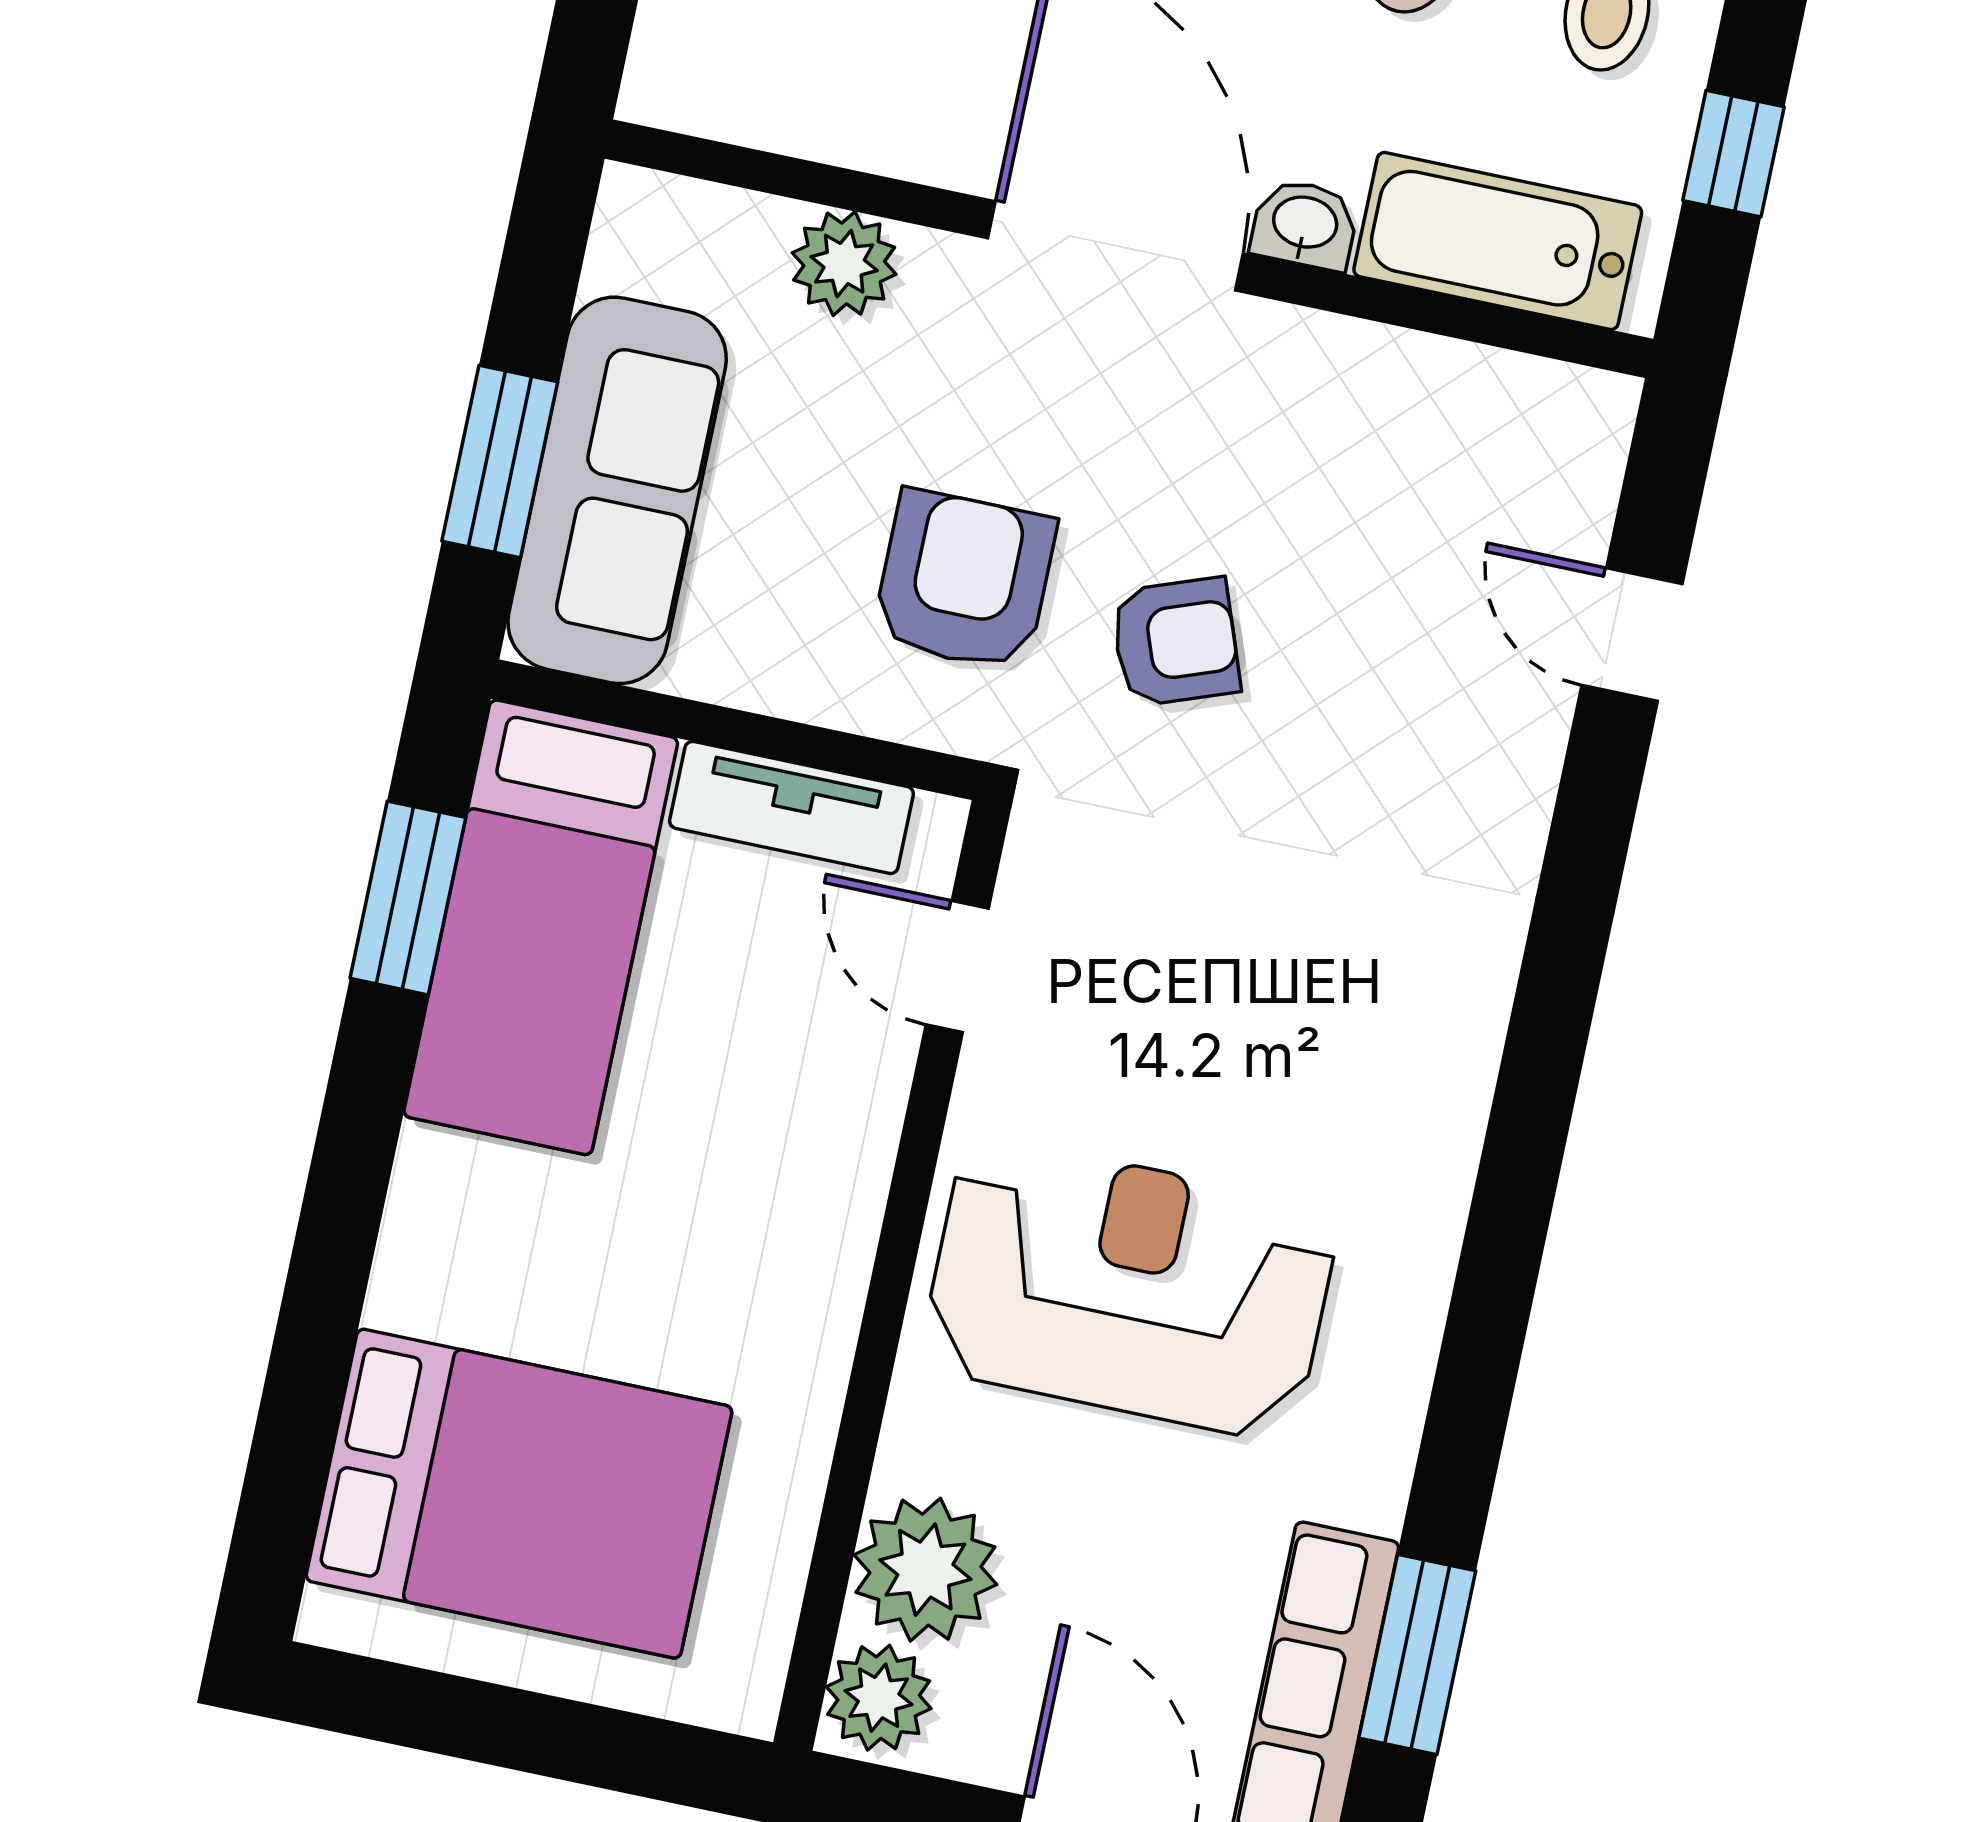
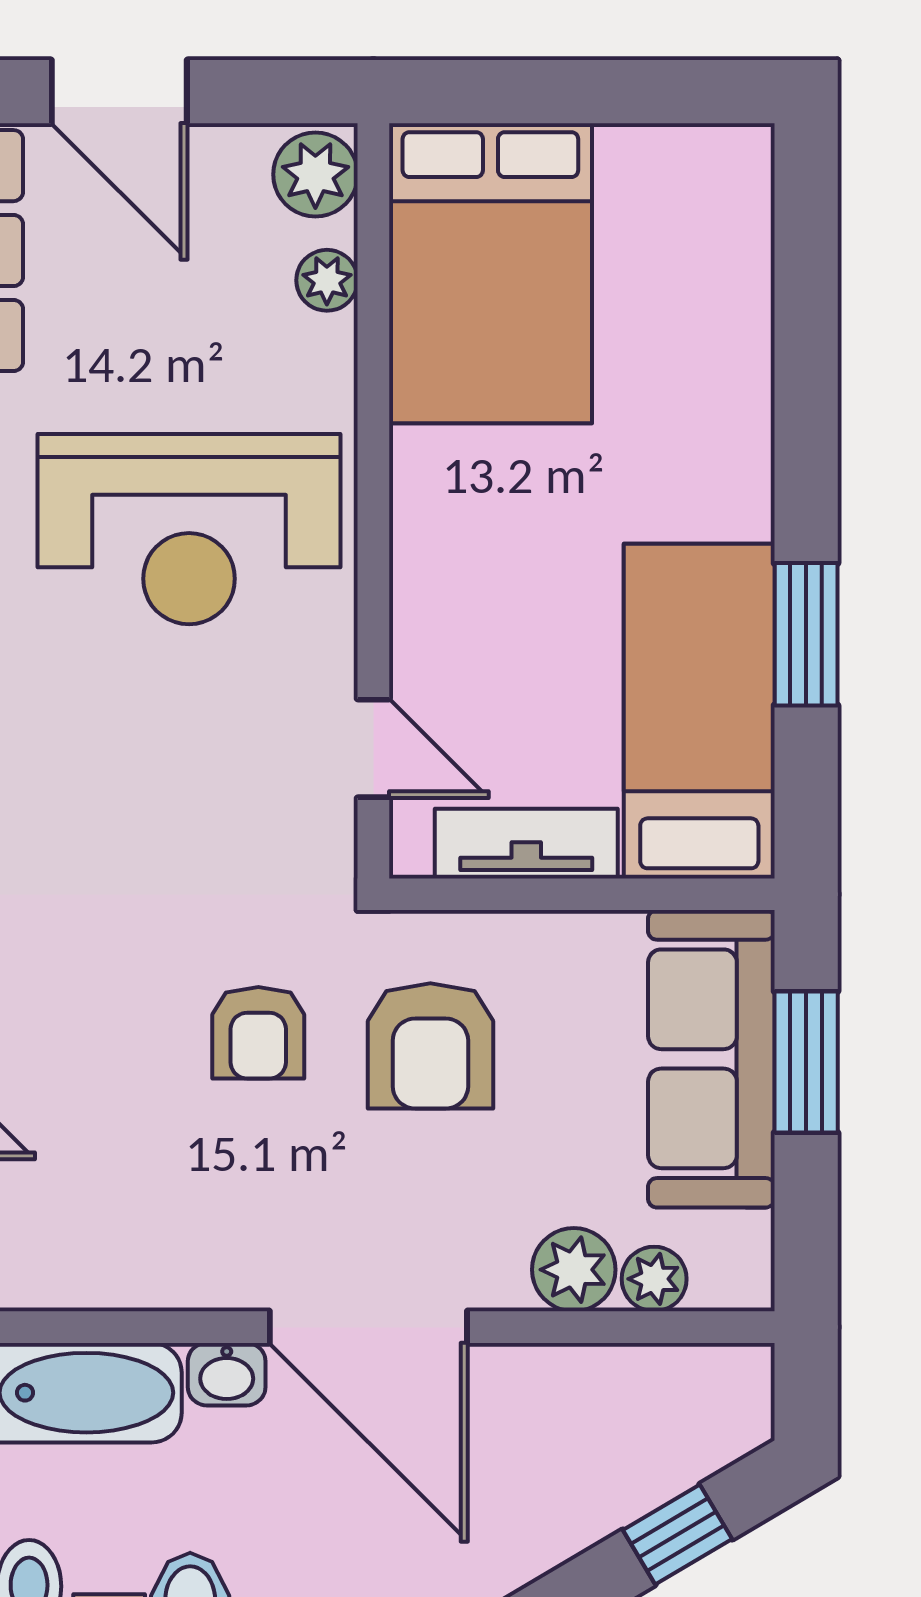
plant: (746, 231) -> (654, 1279), added
armchair: (1176, 642) -> (258, 1033), turned -70
window: (408, 898) -> (806, 634), moved
bed: (519, 1494) -> (490, 273), moved, turned -90
plant: (925, 1570) -> (327, 280), width x0.53, depth x0.53

